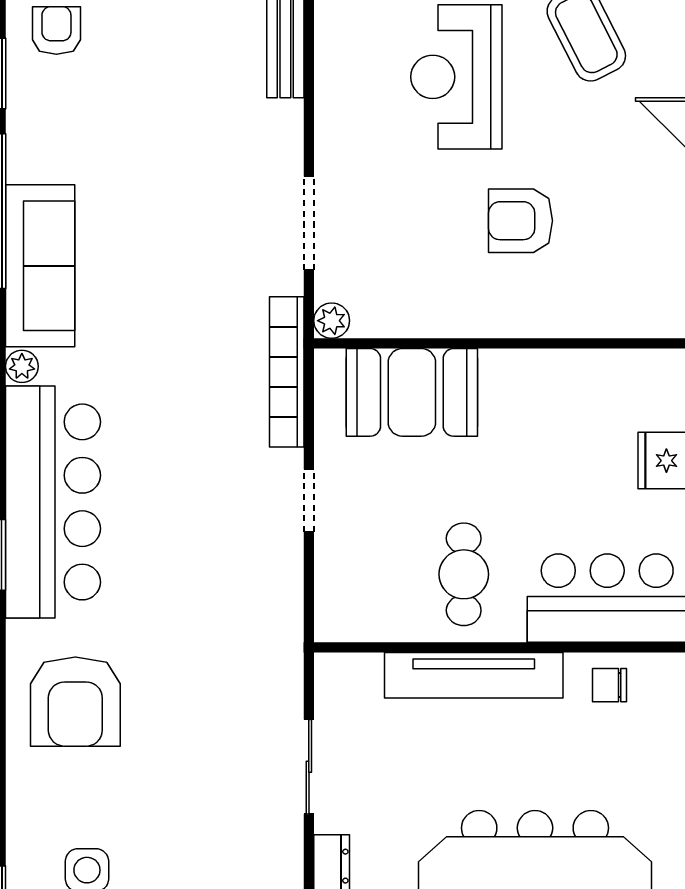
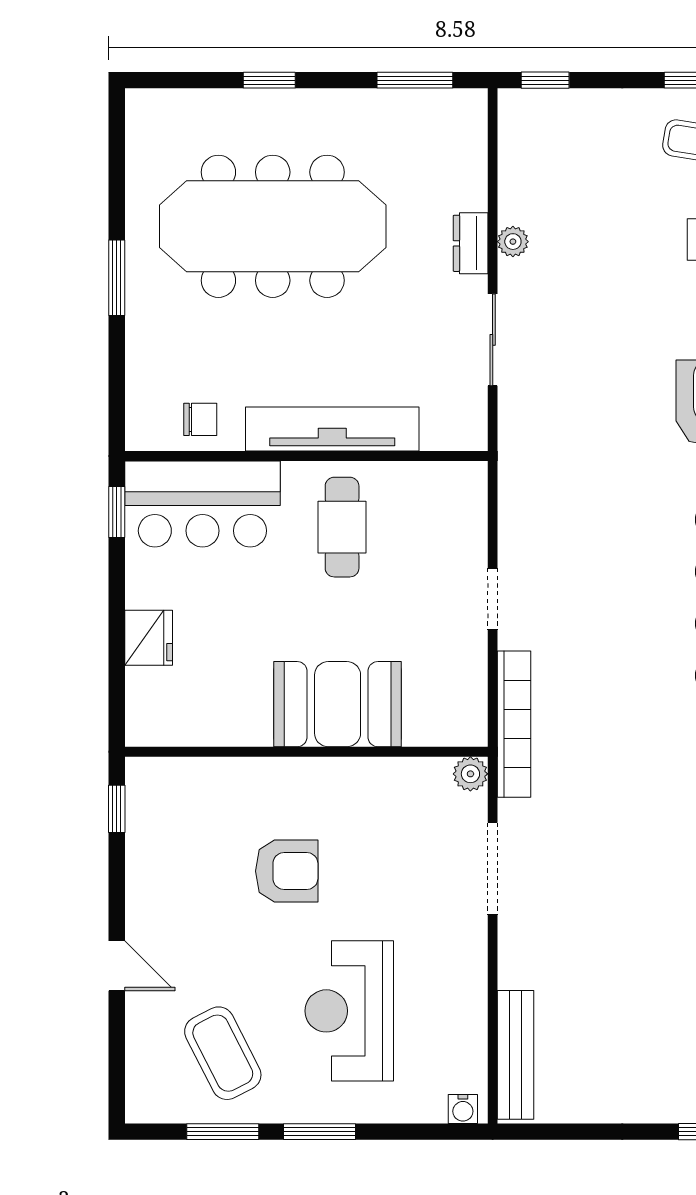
reception desk: (456, 77) -> (349, 1011), turned 180
booth: (412, 392) -> (338, 704), moved
plant: (288, 868) -> (513, 242), added

